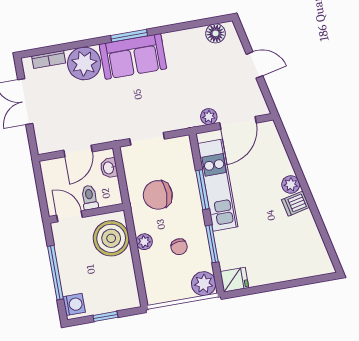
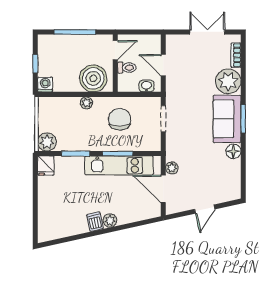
floor lamp: (216, 33) -> (233, 151), moved
chair: (179, 247) -> (78, 128), removed
washing machine: (74, 304) -> (45, 85), moved, turned 180

